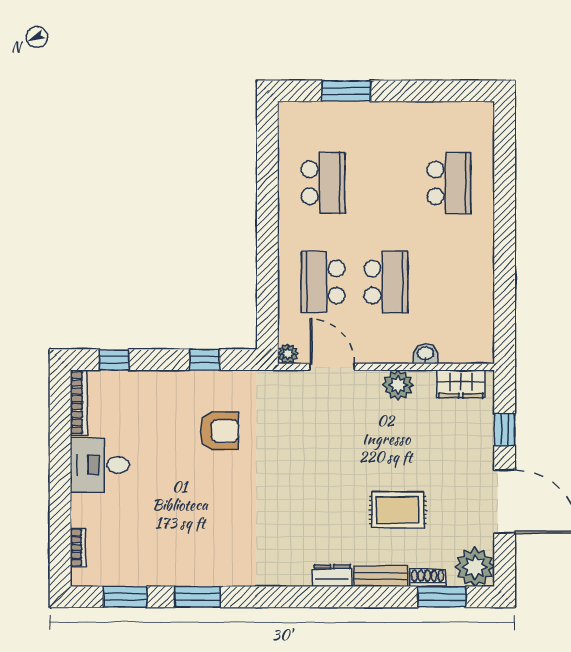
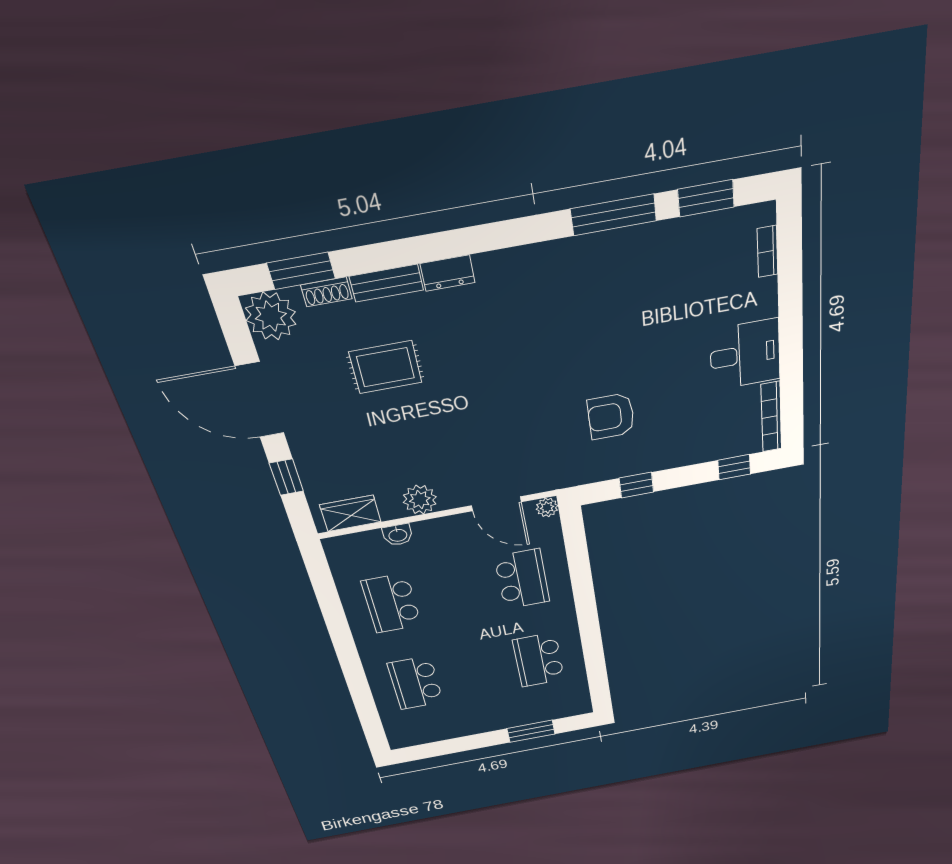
school desk: (386, 282) -> (391, 603), moved
window: (198, 597) -> (614, 215), width x1.44

